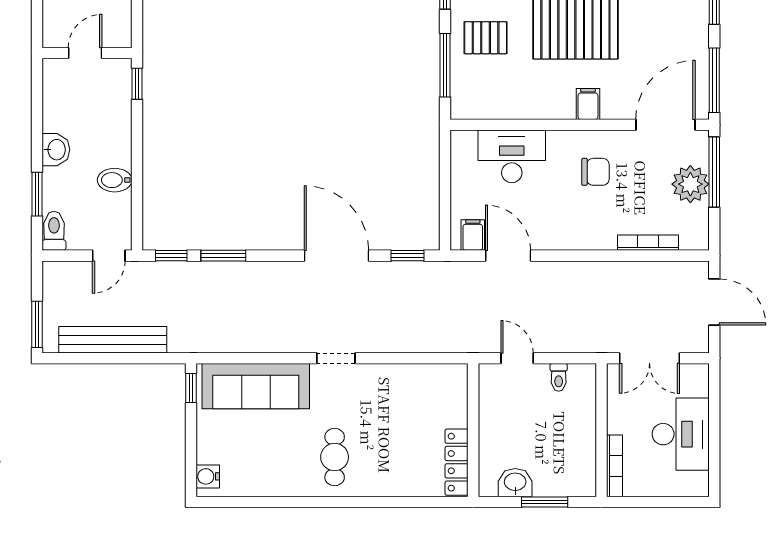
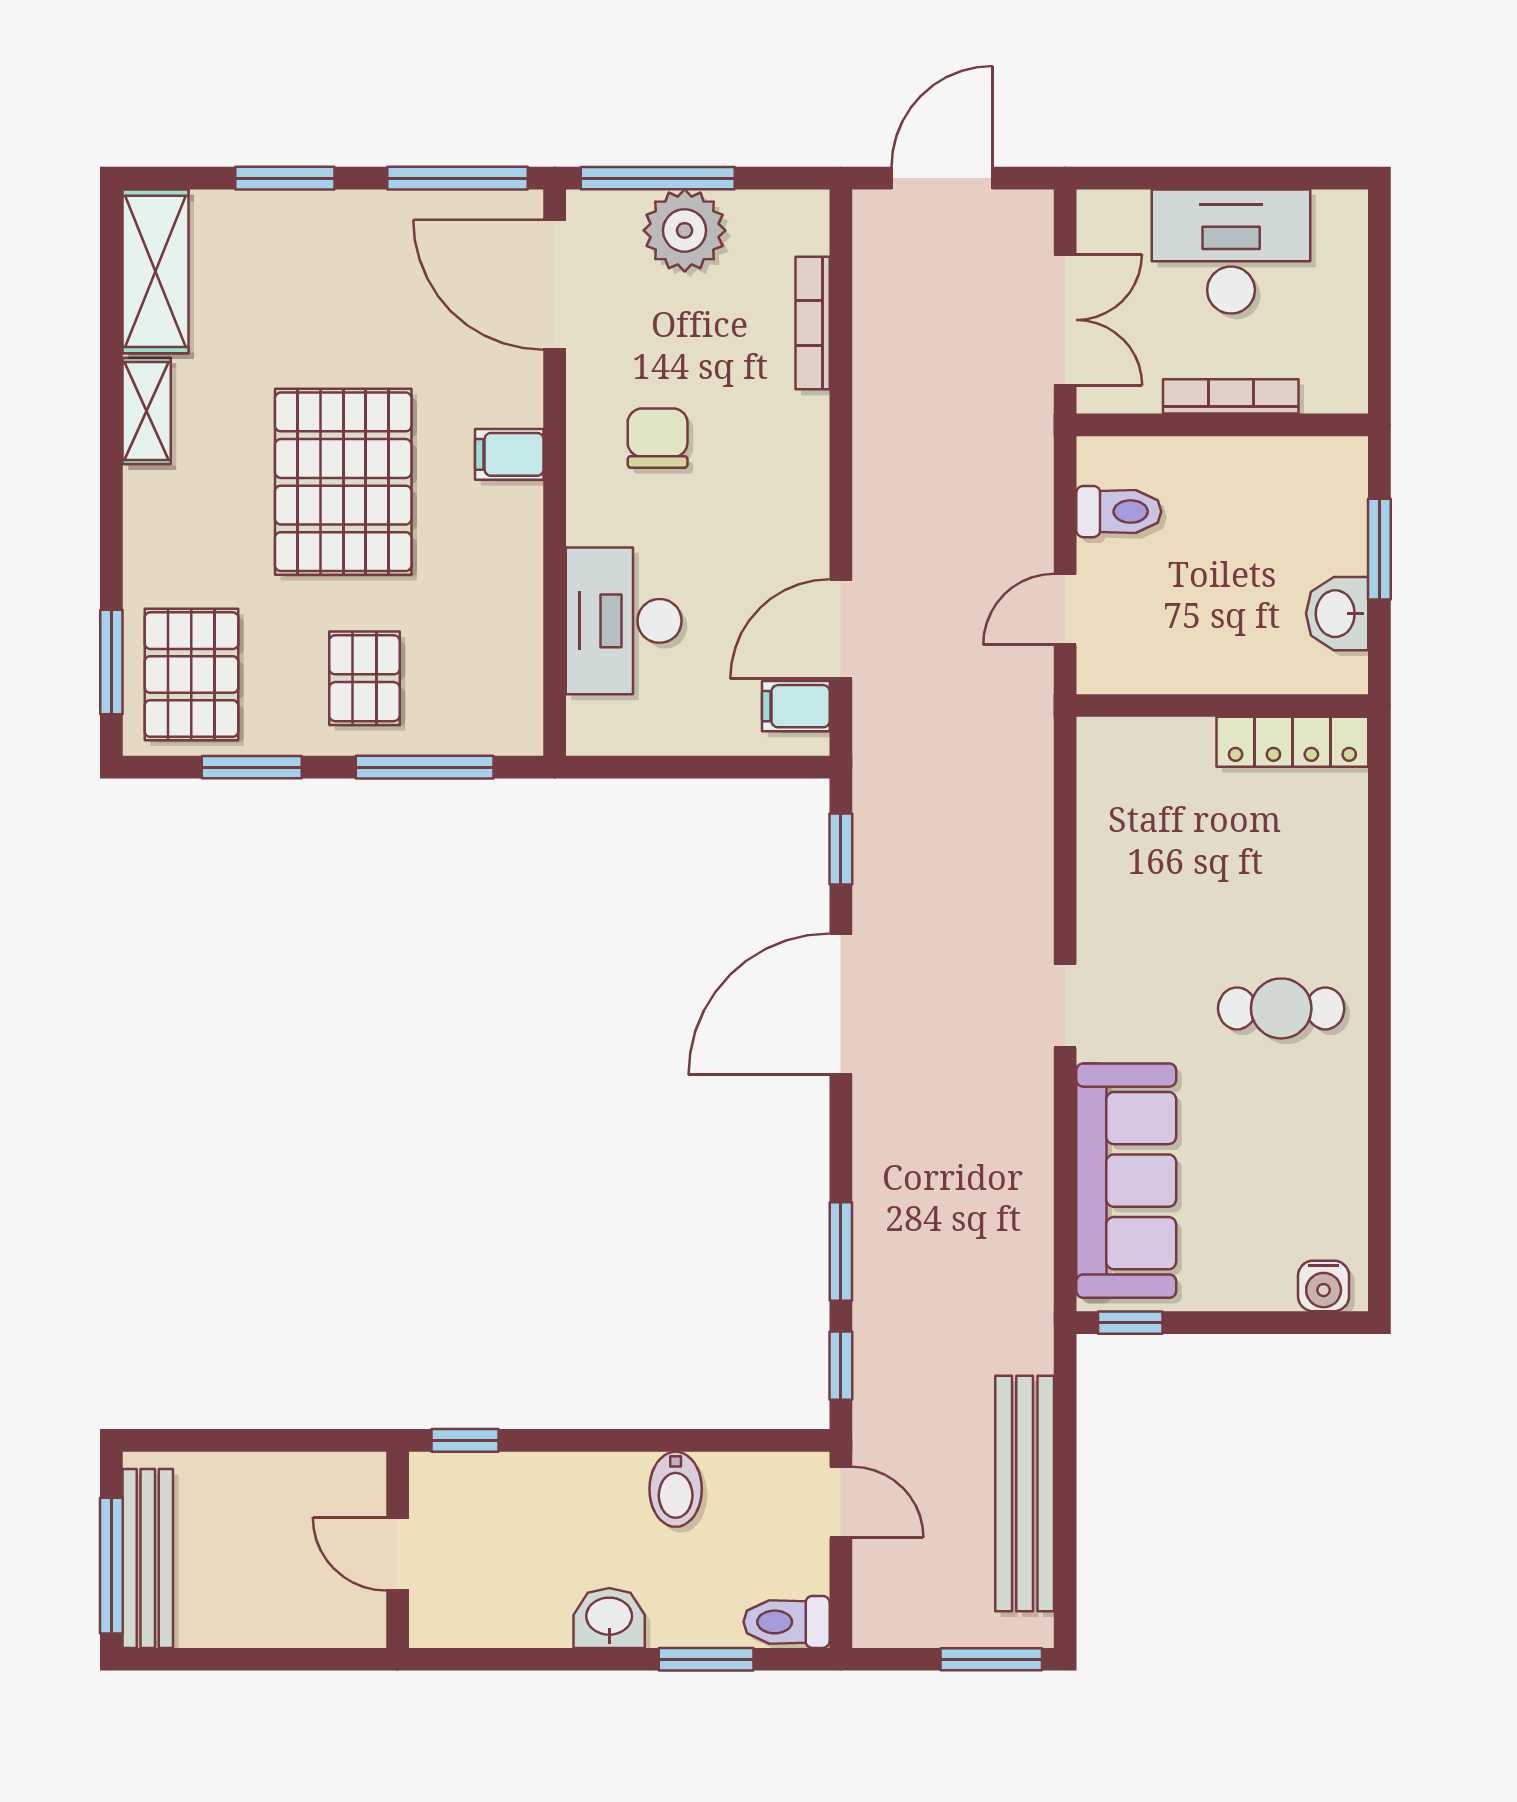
toilet: (559, 377) -> (1119, 512), width x1.37, depth x1.39
bookcase: (614, 466) -> (1231, 396), moved

